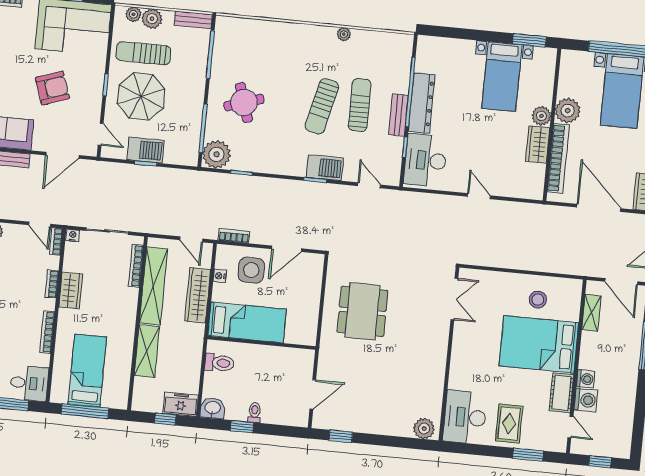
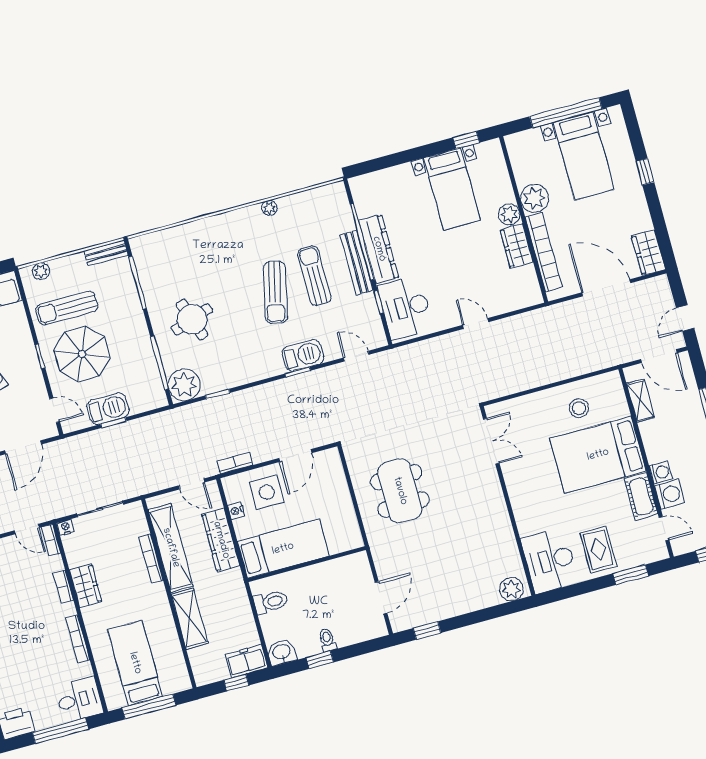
plant: (152, 19) -> (62, 268), removed
window: (529, 40) -> (466, 140), width x0.67
bench: (398, 115) -> (357, 263), width x1.36
bookcase: (136, 266) -> (151, 559), moved

